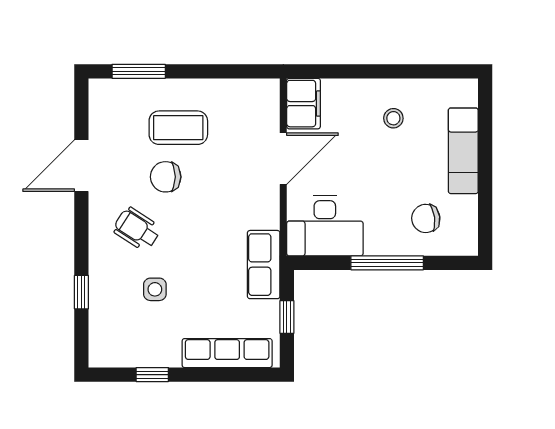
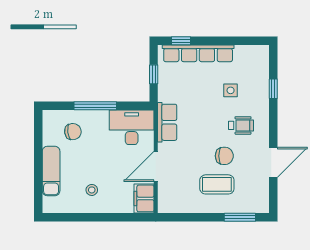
wheelchair: (137, 229) -> (241, 125), turned -33
row of seats: (264, 265) -> (167, 122), moved
row of seats: (227, 353) -> (198, 53), width x1.36
window: (152, 375) -> (181, 41), moved

